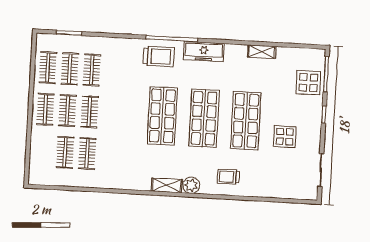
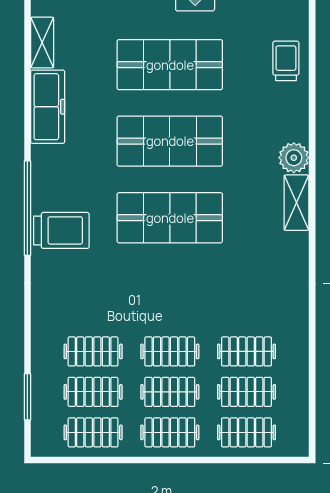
freezer: (204, 51) -> (48, 107), moved
trolley: (159, 56) -> (61, 230), turned 90
clothes rail: (43, 151) -> (246, 432), added
trolley: (228, 177) -> (286, 61), moved, turned 180

